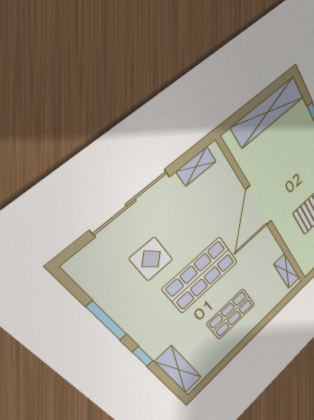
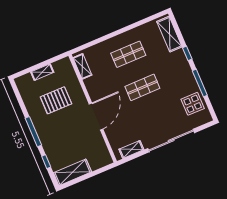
shelving: (268, 112) -> (72, 172), width x0.68
display table: (151, 259) -> (193, 104), moved
shop shelf: (201, 275) -> (142, 87), width x0.70, depth x0.74

